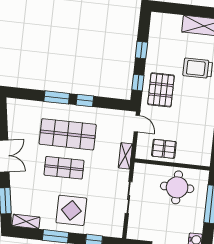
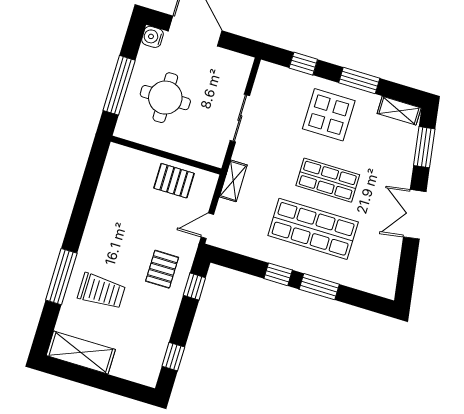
window: (141, 50) -> (173, 357), moved
pallet: (161, 90) -> (162, 269), width x0.67, depth x0.71
door: (137, 124) -> (207, 226), hinge flipped
round table: (177, 187) -> (165, 98), moved

